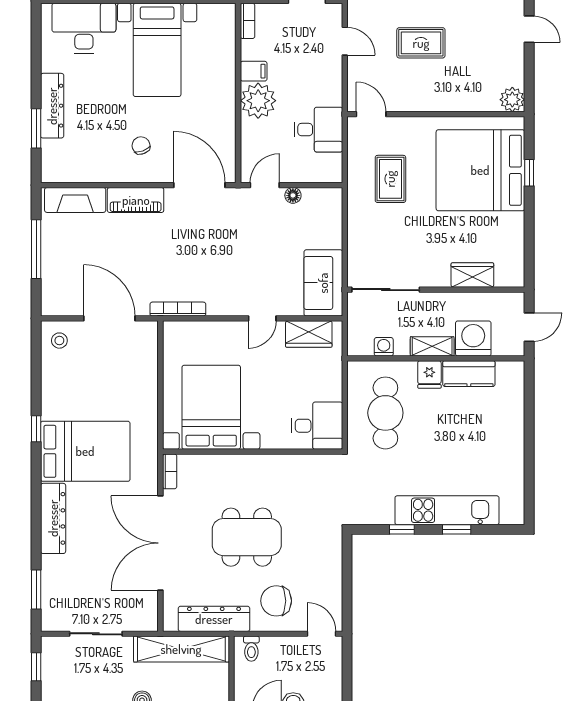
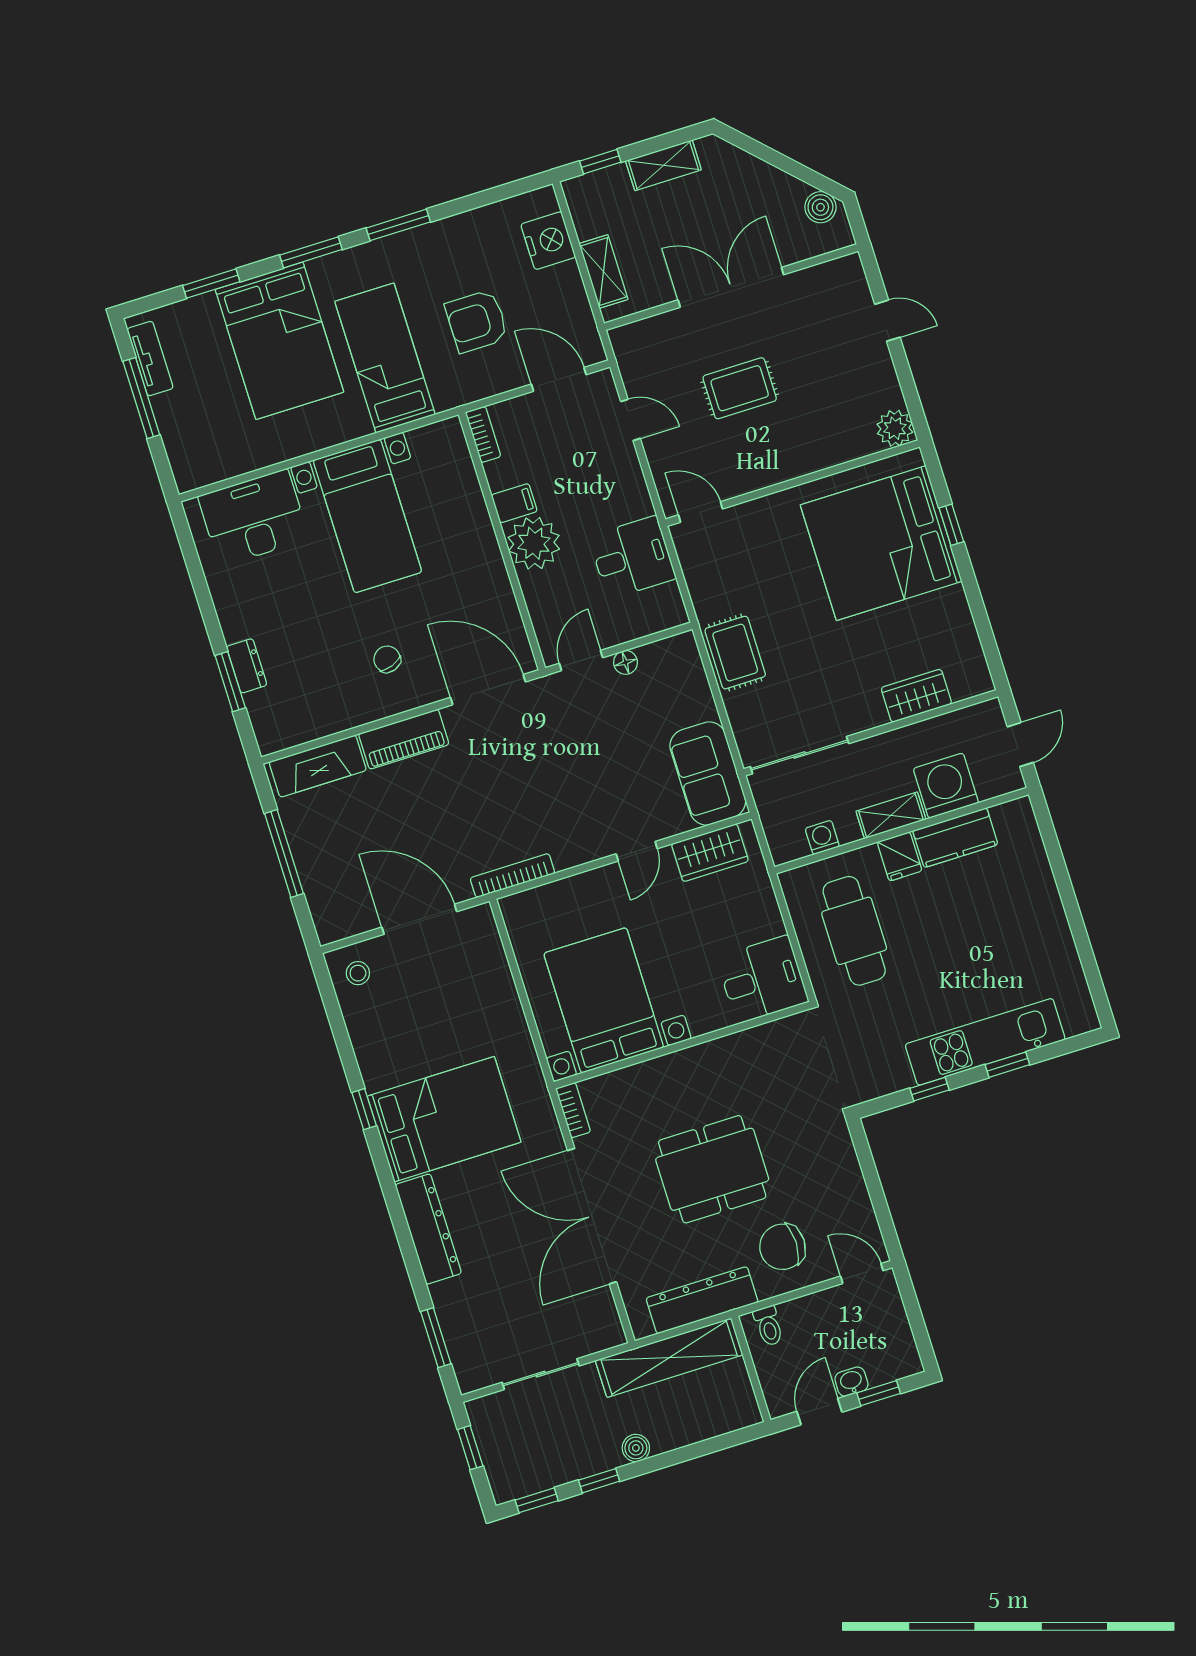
dresser: (52, 106) -> (247, 666), width x0.51, depth x0.80
rug: (390, 179) -> (735, 653), moved

